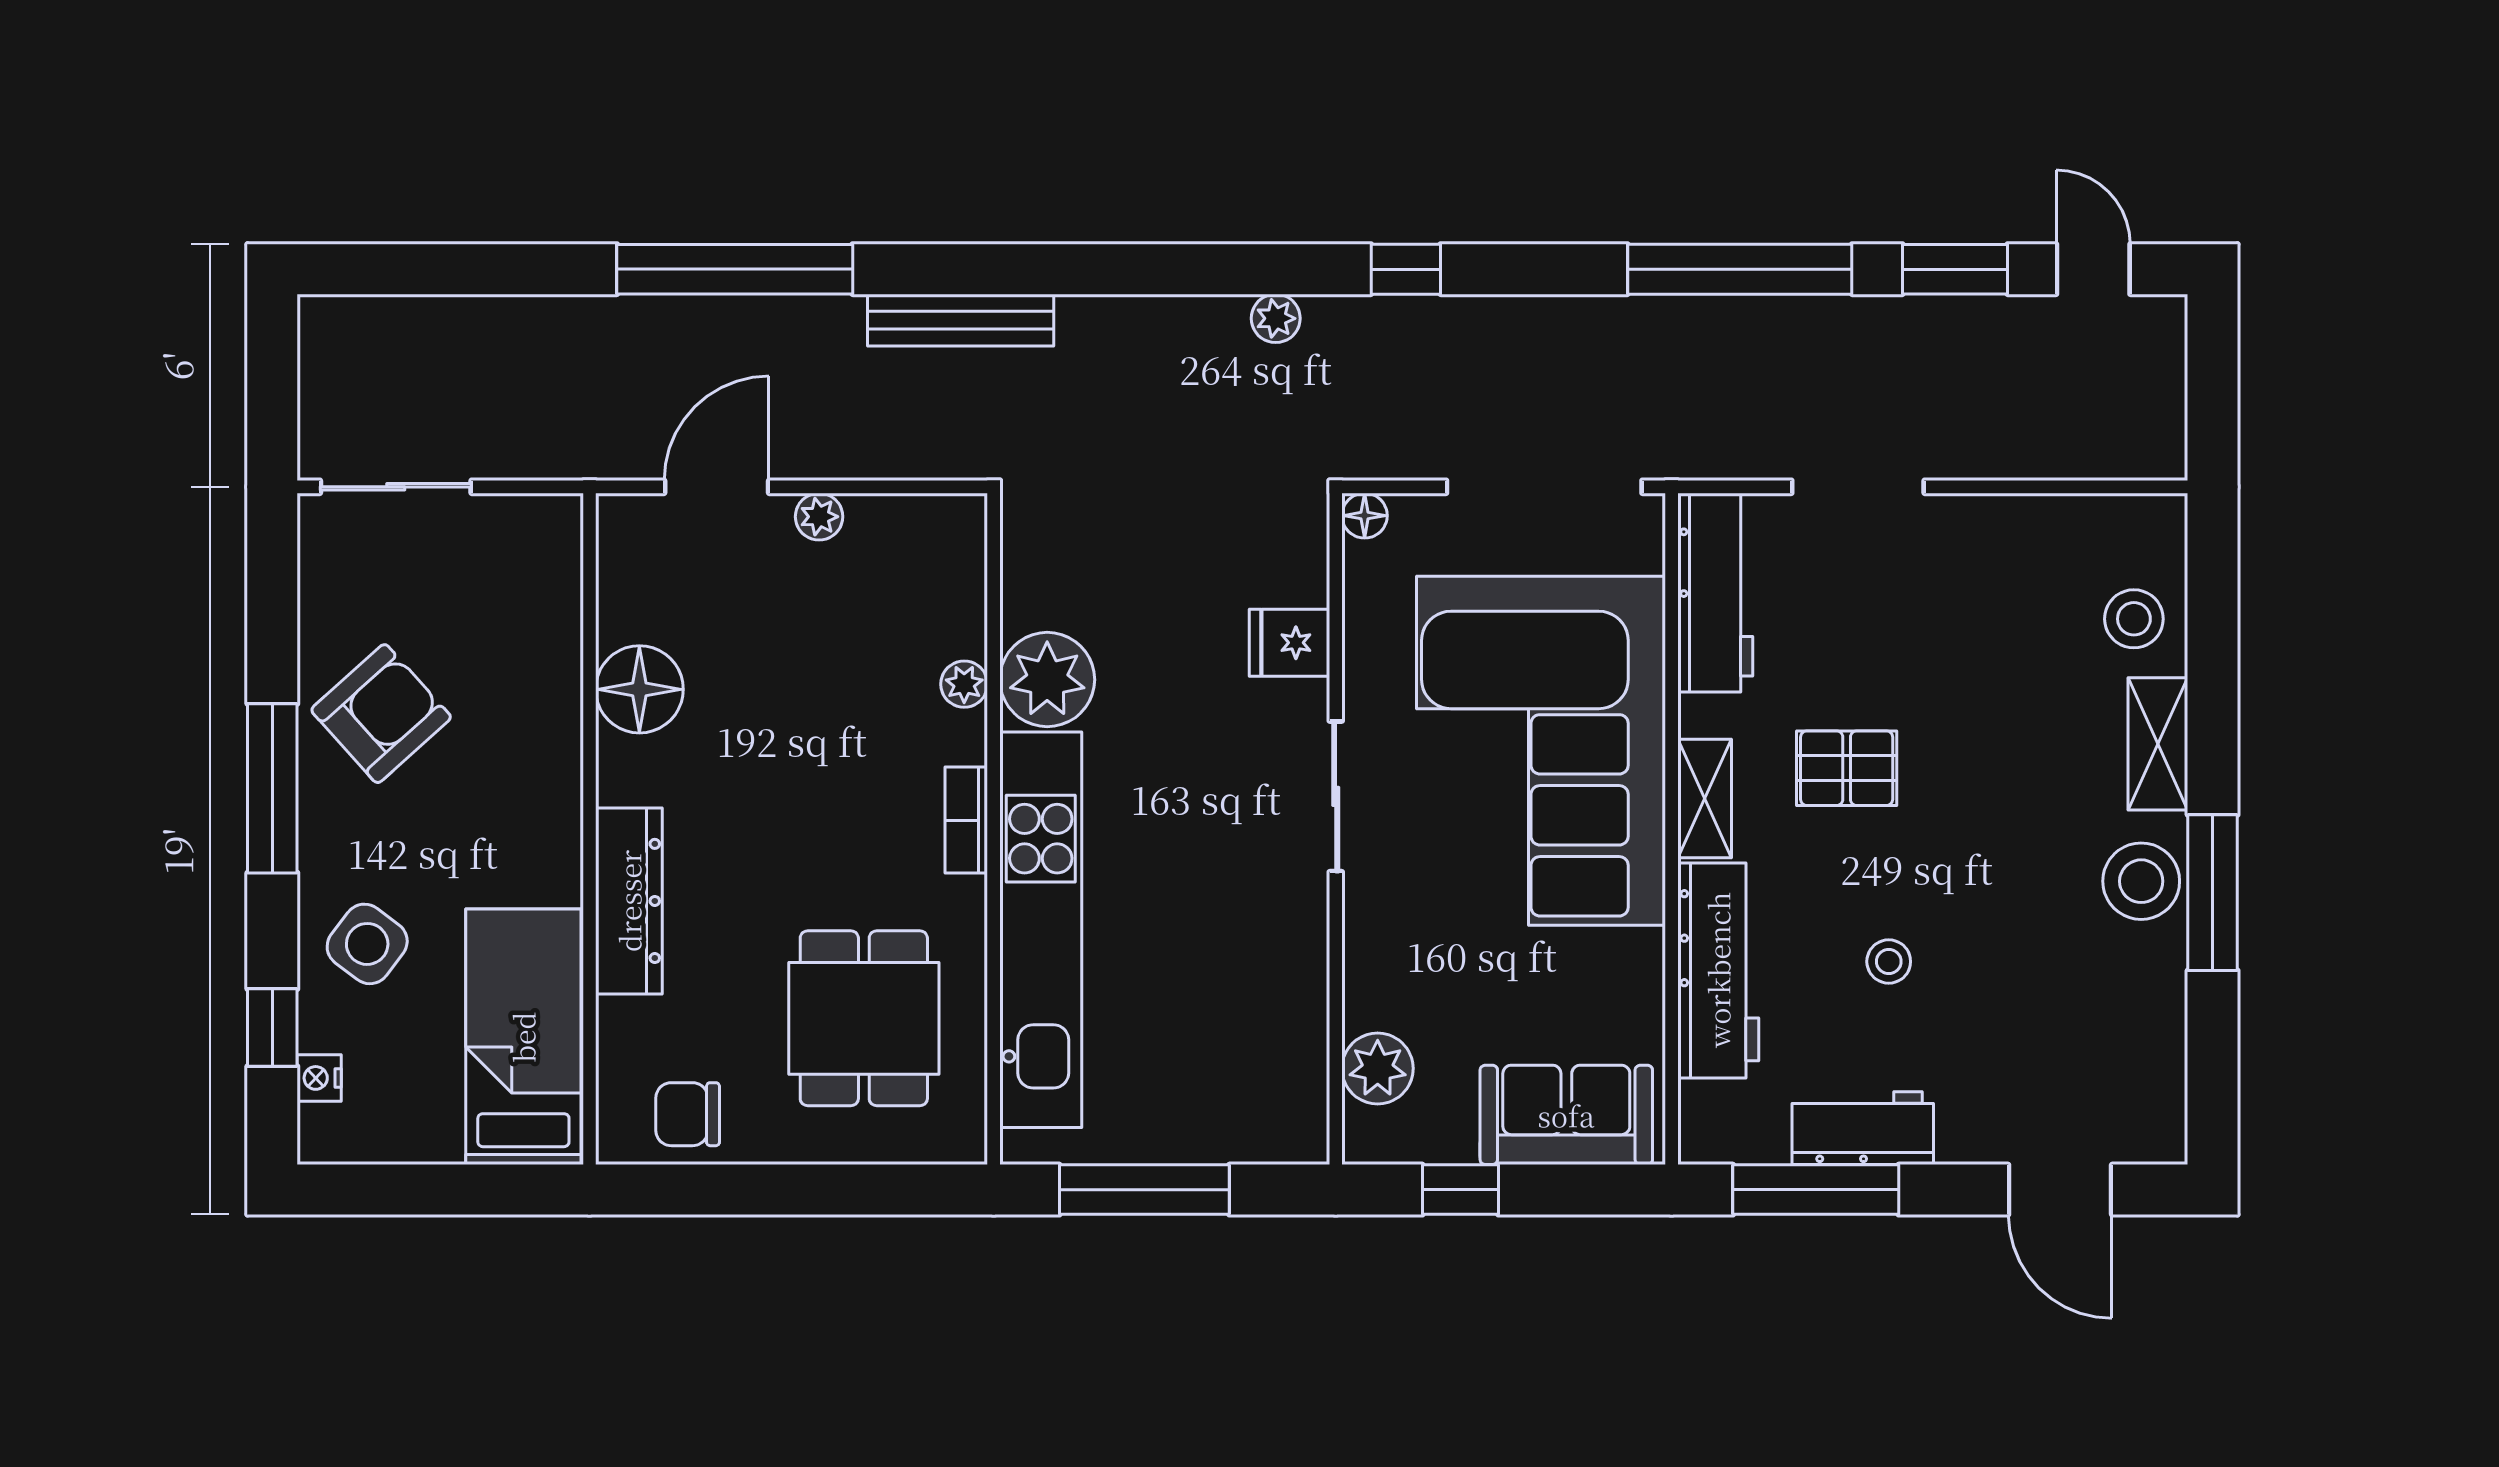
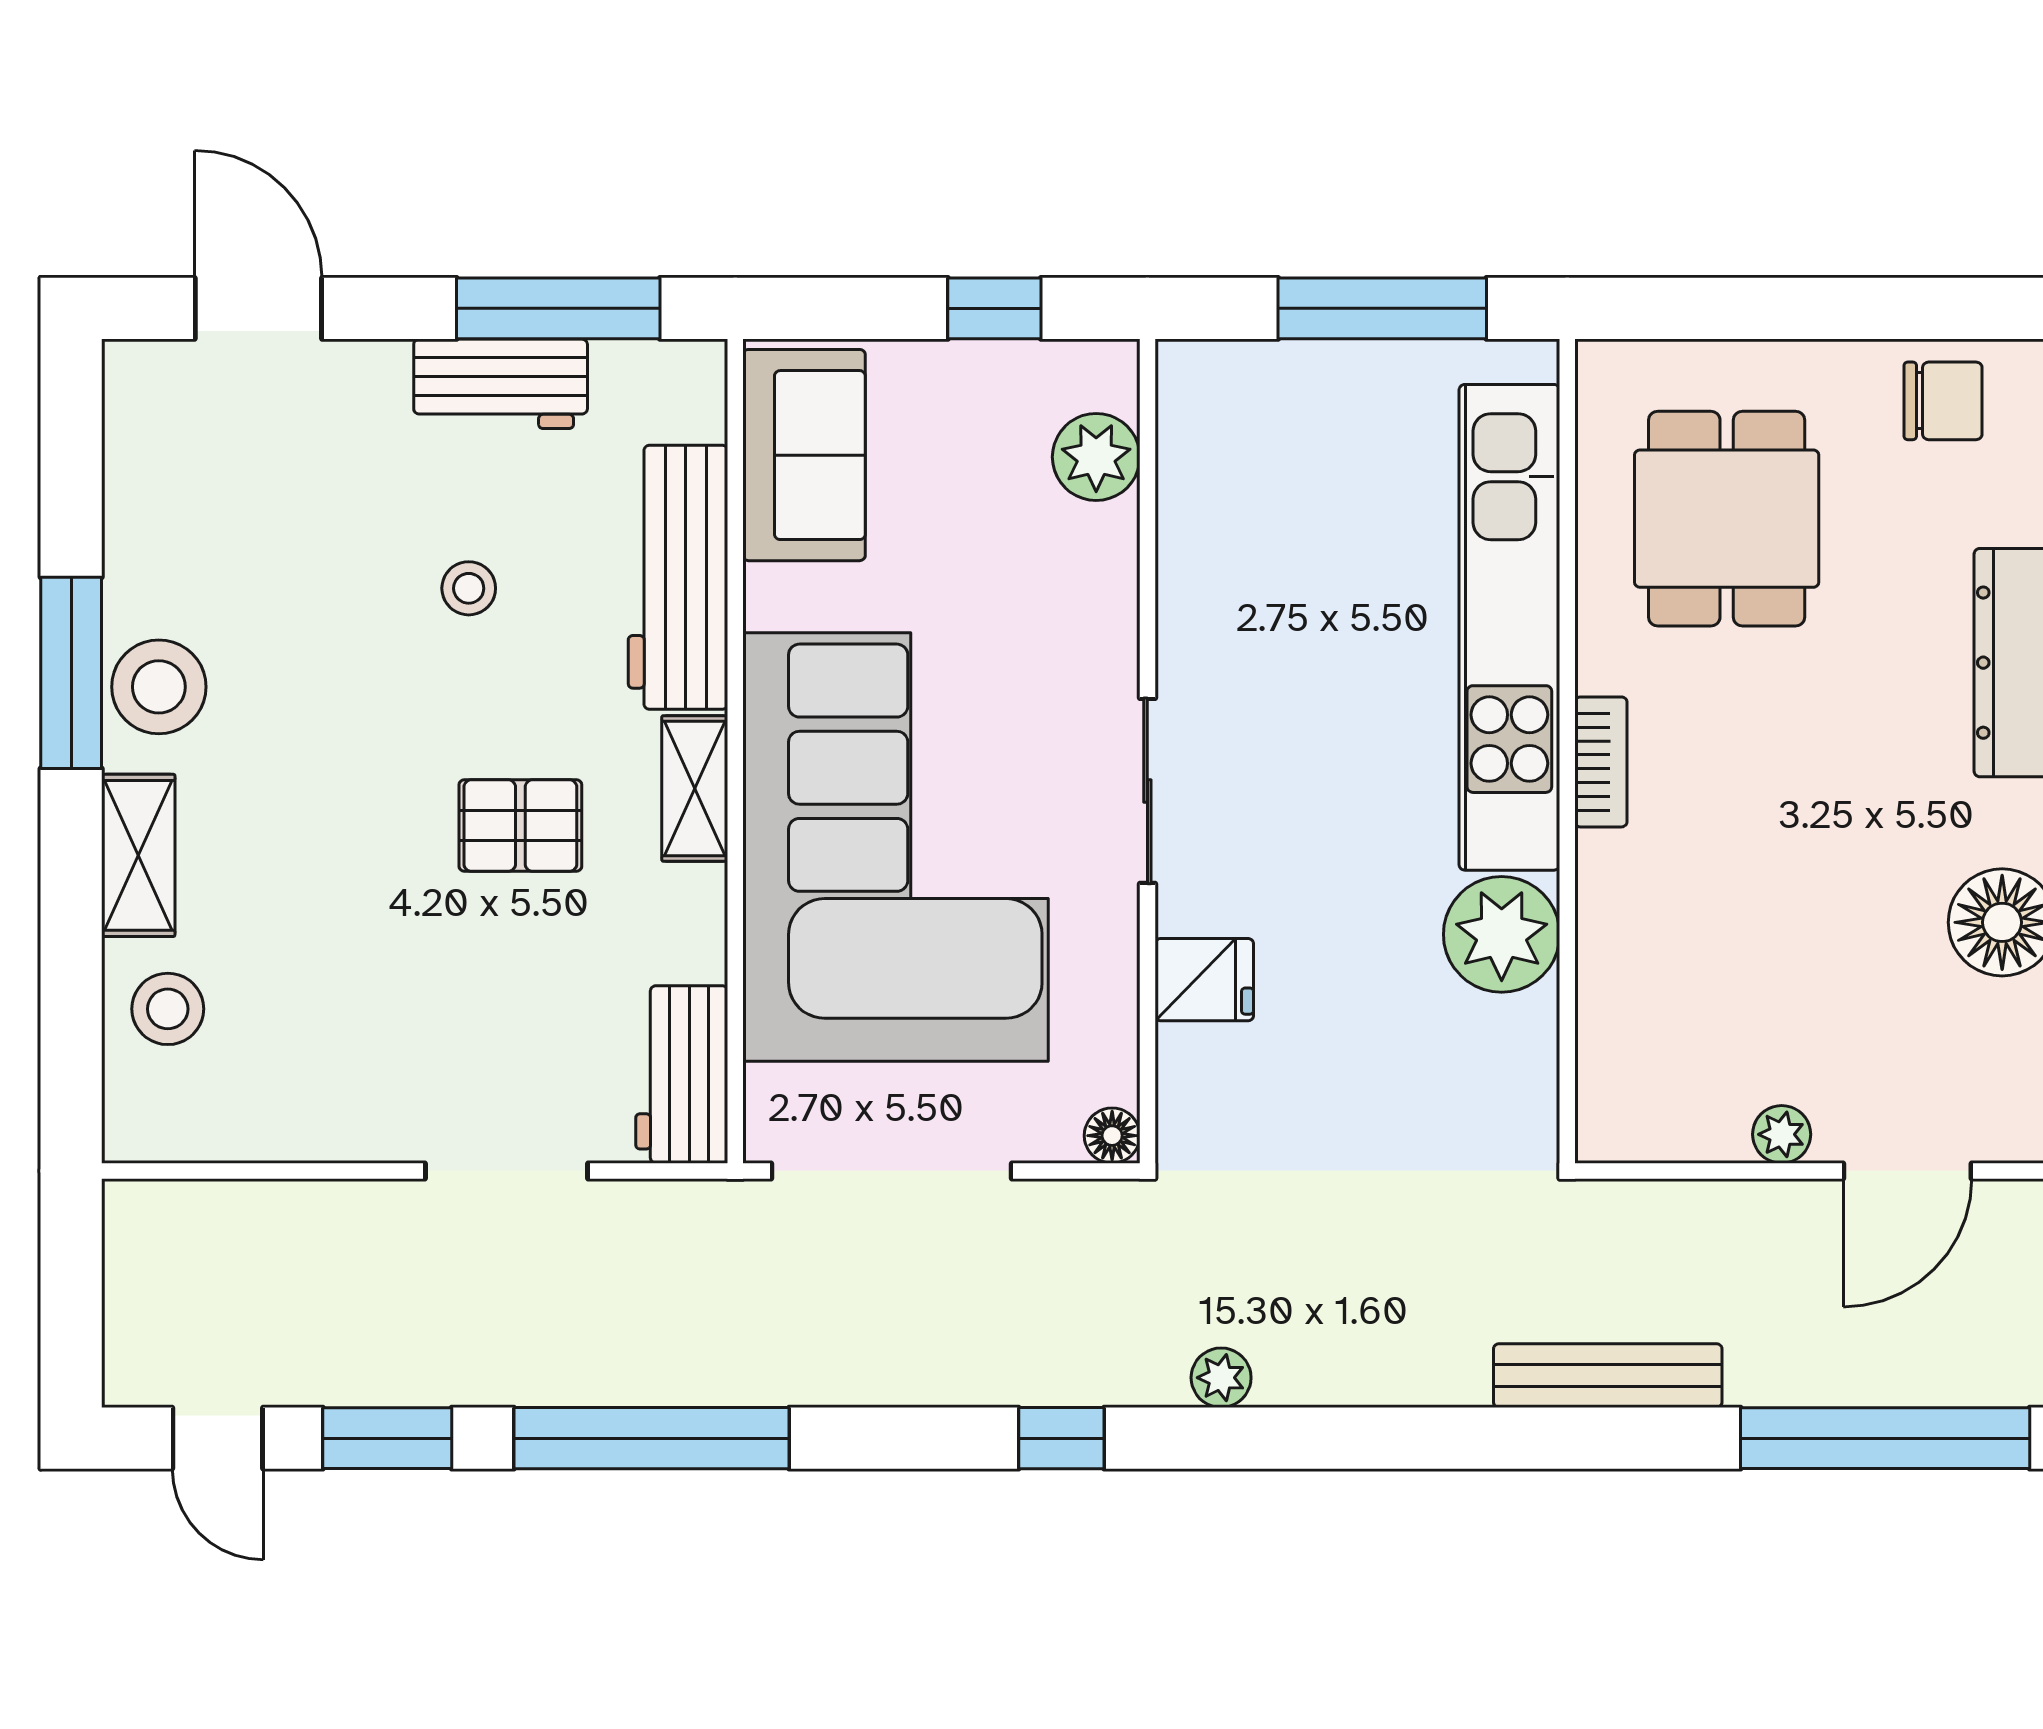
workbench: (1715, 593) -> (682, 1074), width x0.73
plant: (964, 684) -> (1603, 929), removed
sofa: (1566, 1115) -> (804, 455), moved, turned -90

